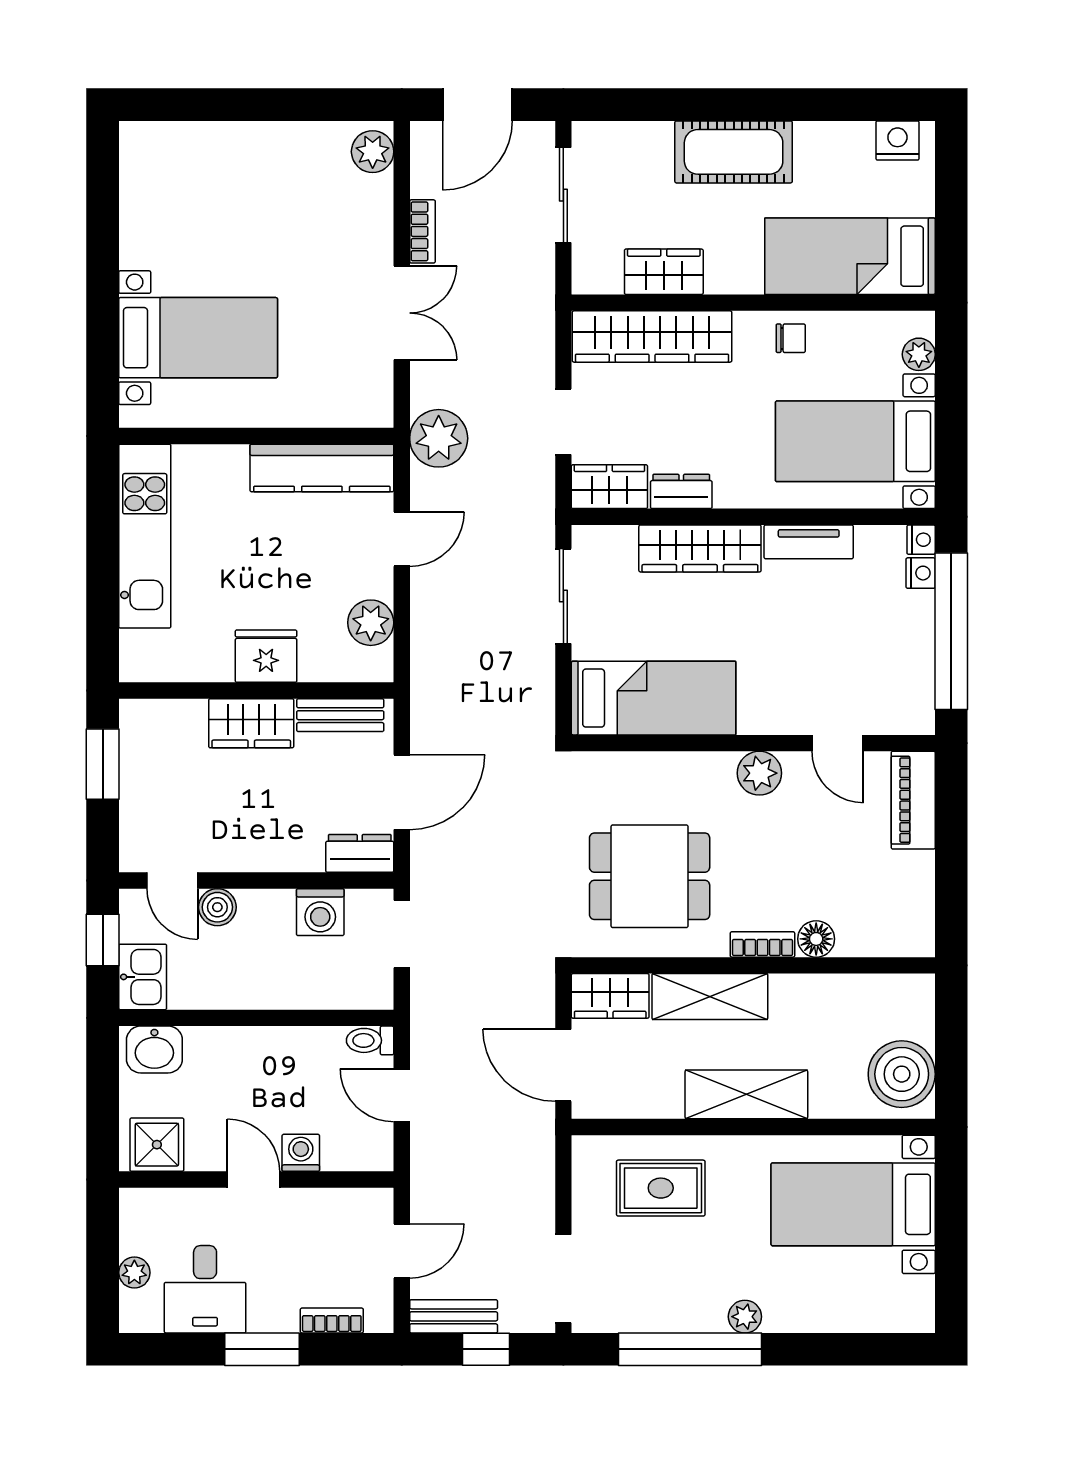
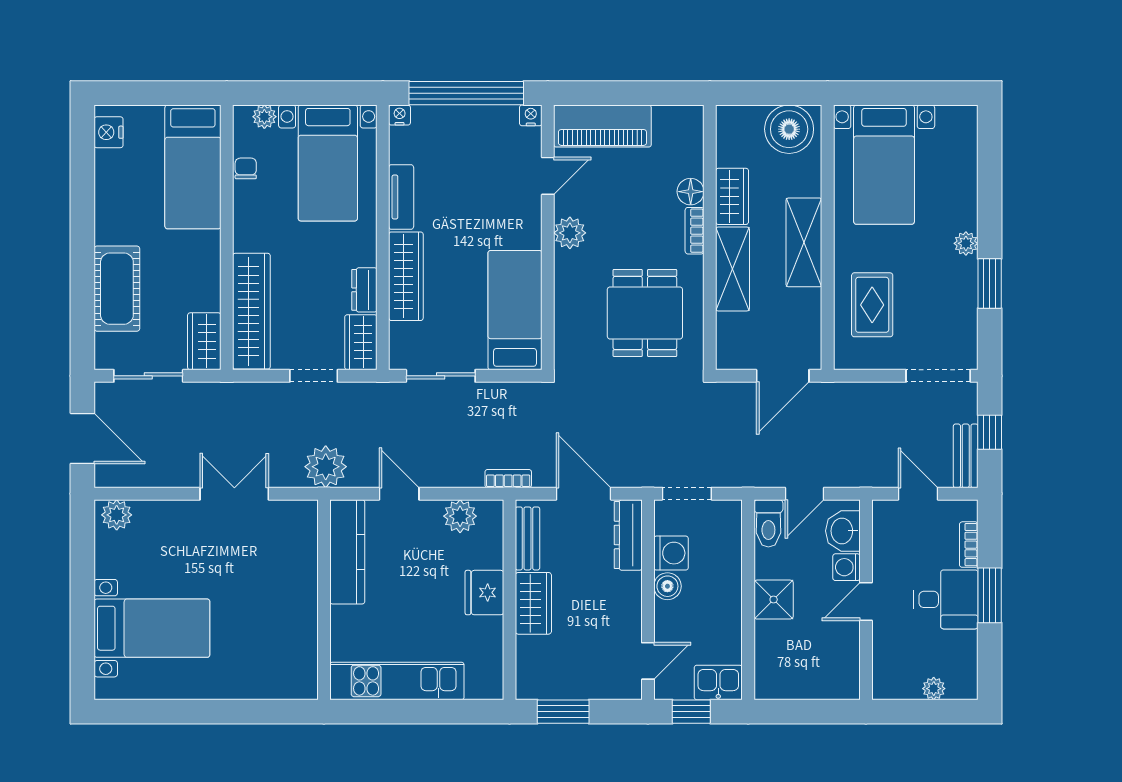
cot: (734, 152) -> (117, 289), moved
bookcase: (422, 231) -> (508, 479), moved
wardrobe: (664, 272) -> (204, 341), moved
bed with nightstands: (198, 338) -> (152, 628), moved, turned 90
chair: (791, 338) -> (246, 168), moved
nightstand: (921, 573) -> (531, 115), moved
piano: (913, 800) -> (602, 126), width x1.37, depth x1.33
dresser: (360, 853) -> (628, 535), width x1.44
boiler: (217, 907) -> (667, 586), moved
wardrobe: (610, 996) -> (732, 196), moved
toilet: (370, 1040) -> (768, 523), width x1.37, depth x1.39
washbasin: (154, 1049) -> (843, 531), moved, turned 180
shower: (157, 1145) -> (774, 600), moved
desk: (205, 1289) -> (946, 599), moved
window: (690, 1349) -> (990, 283), width x0.47

